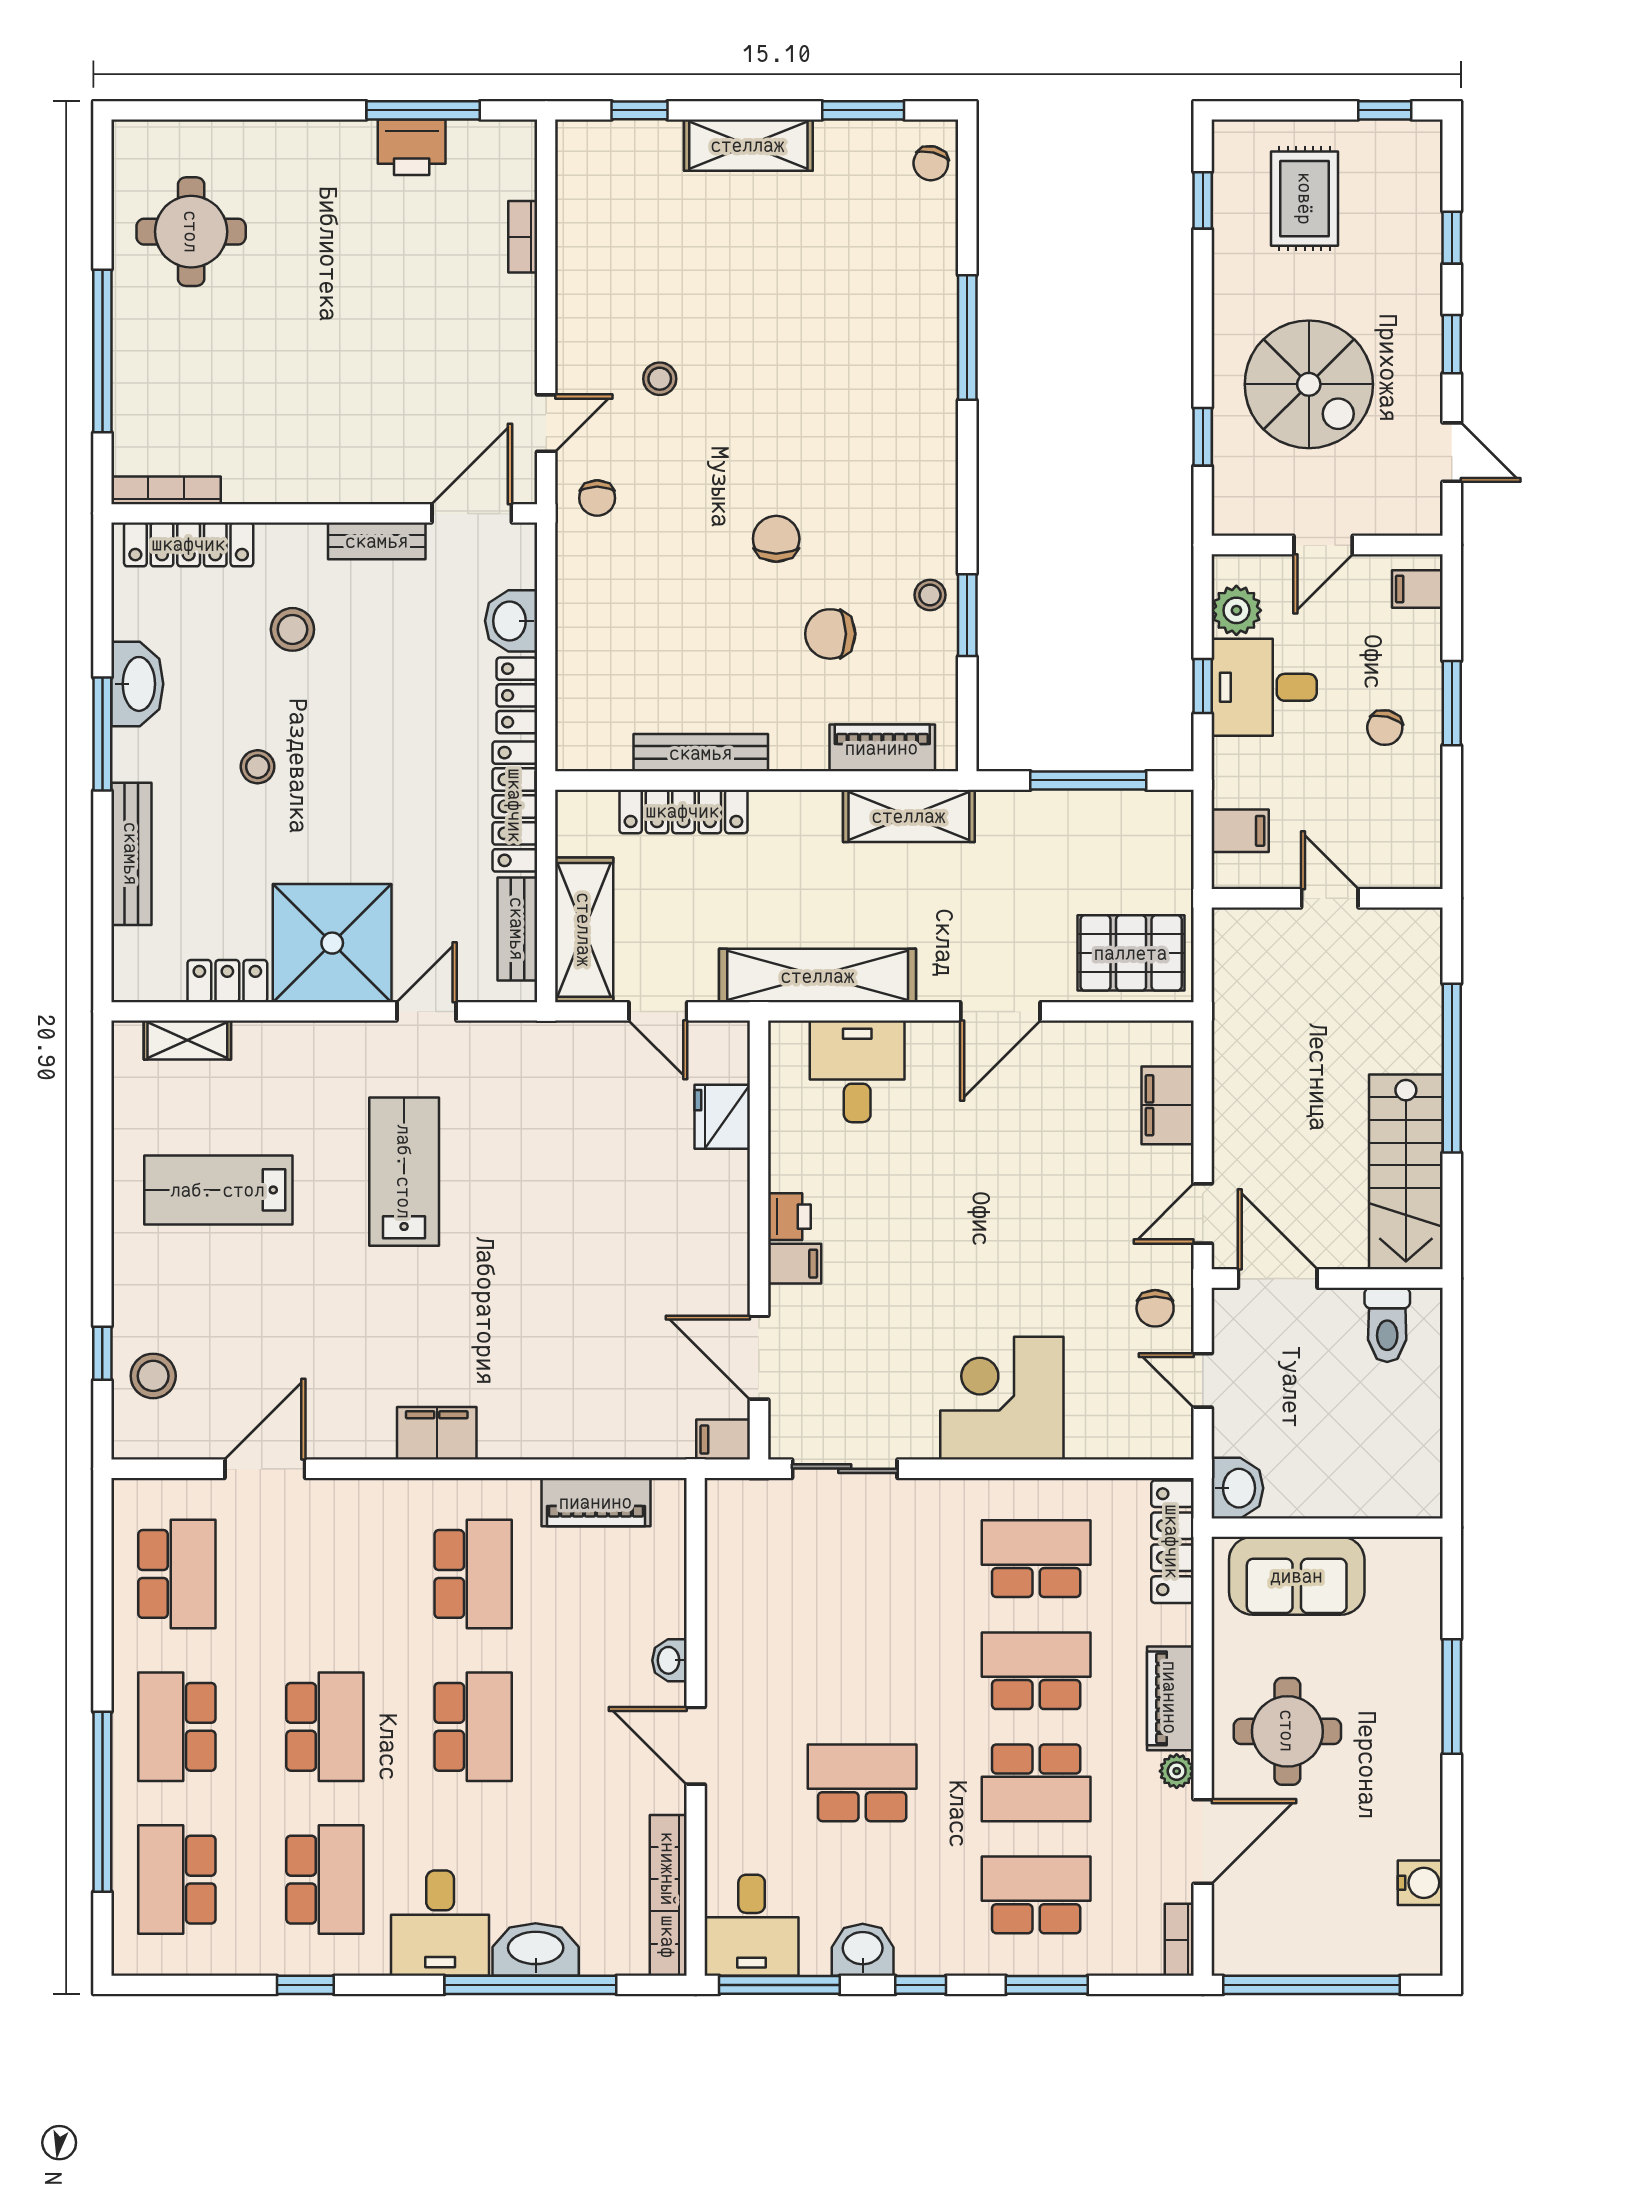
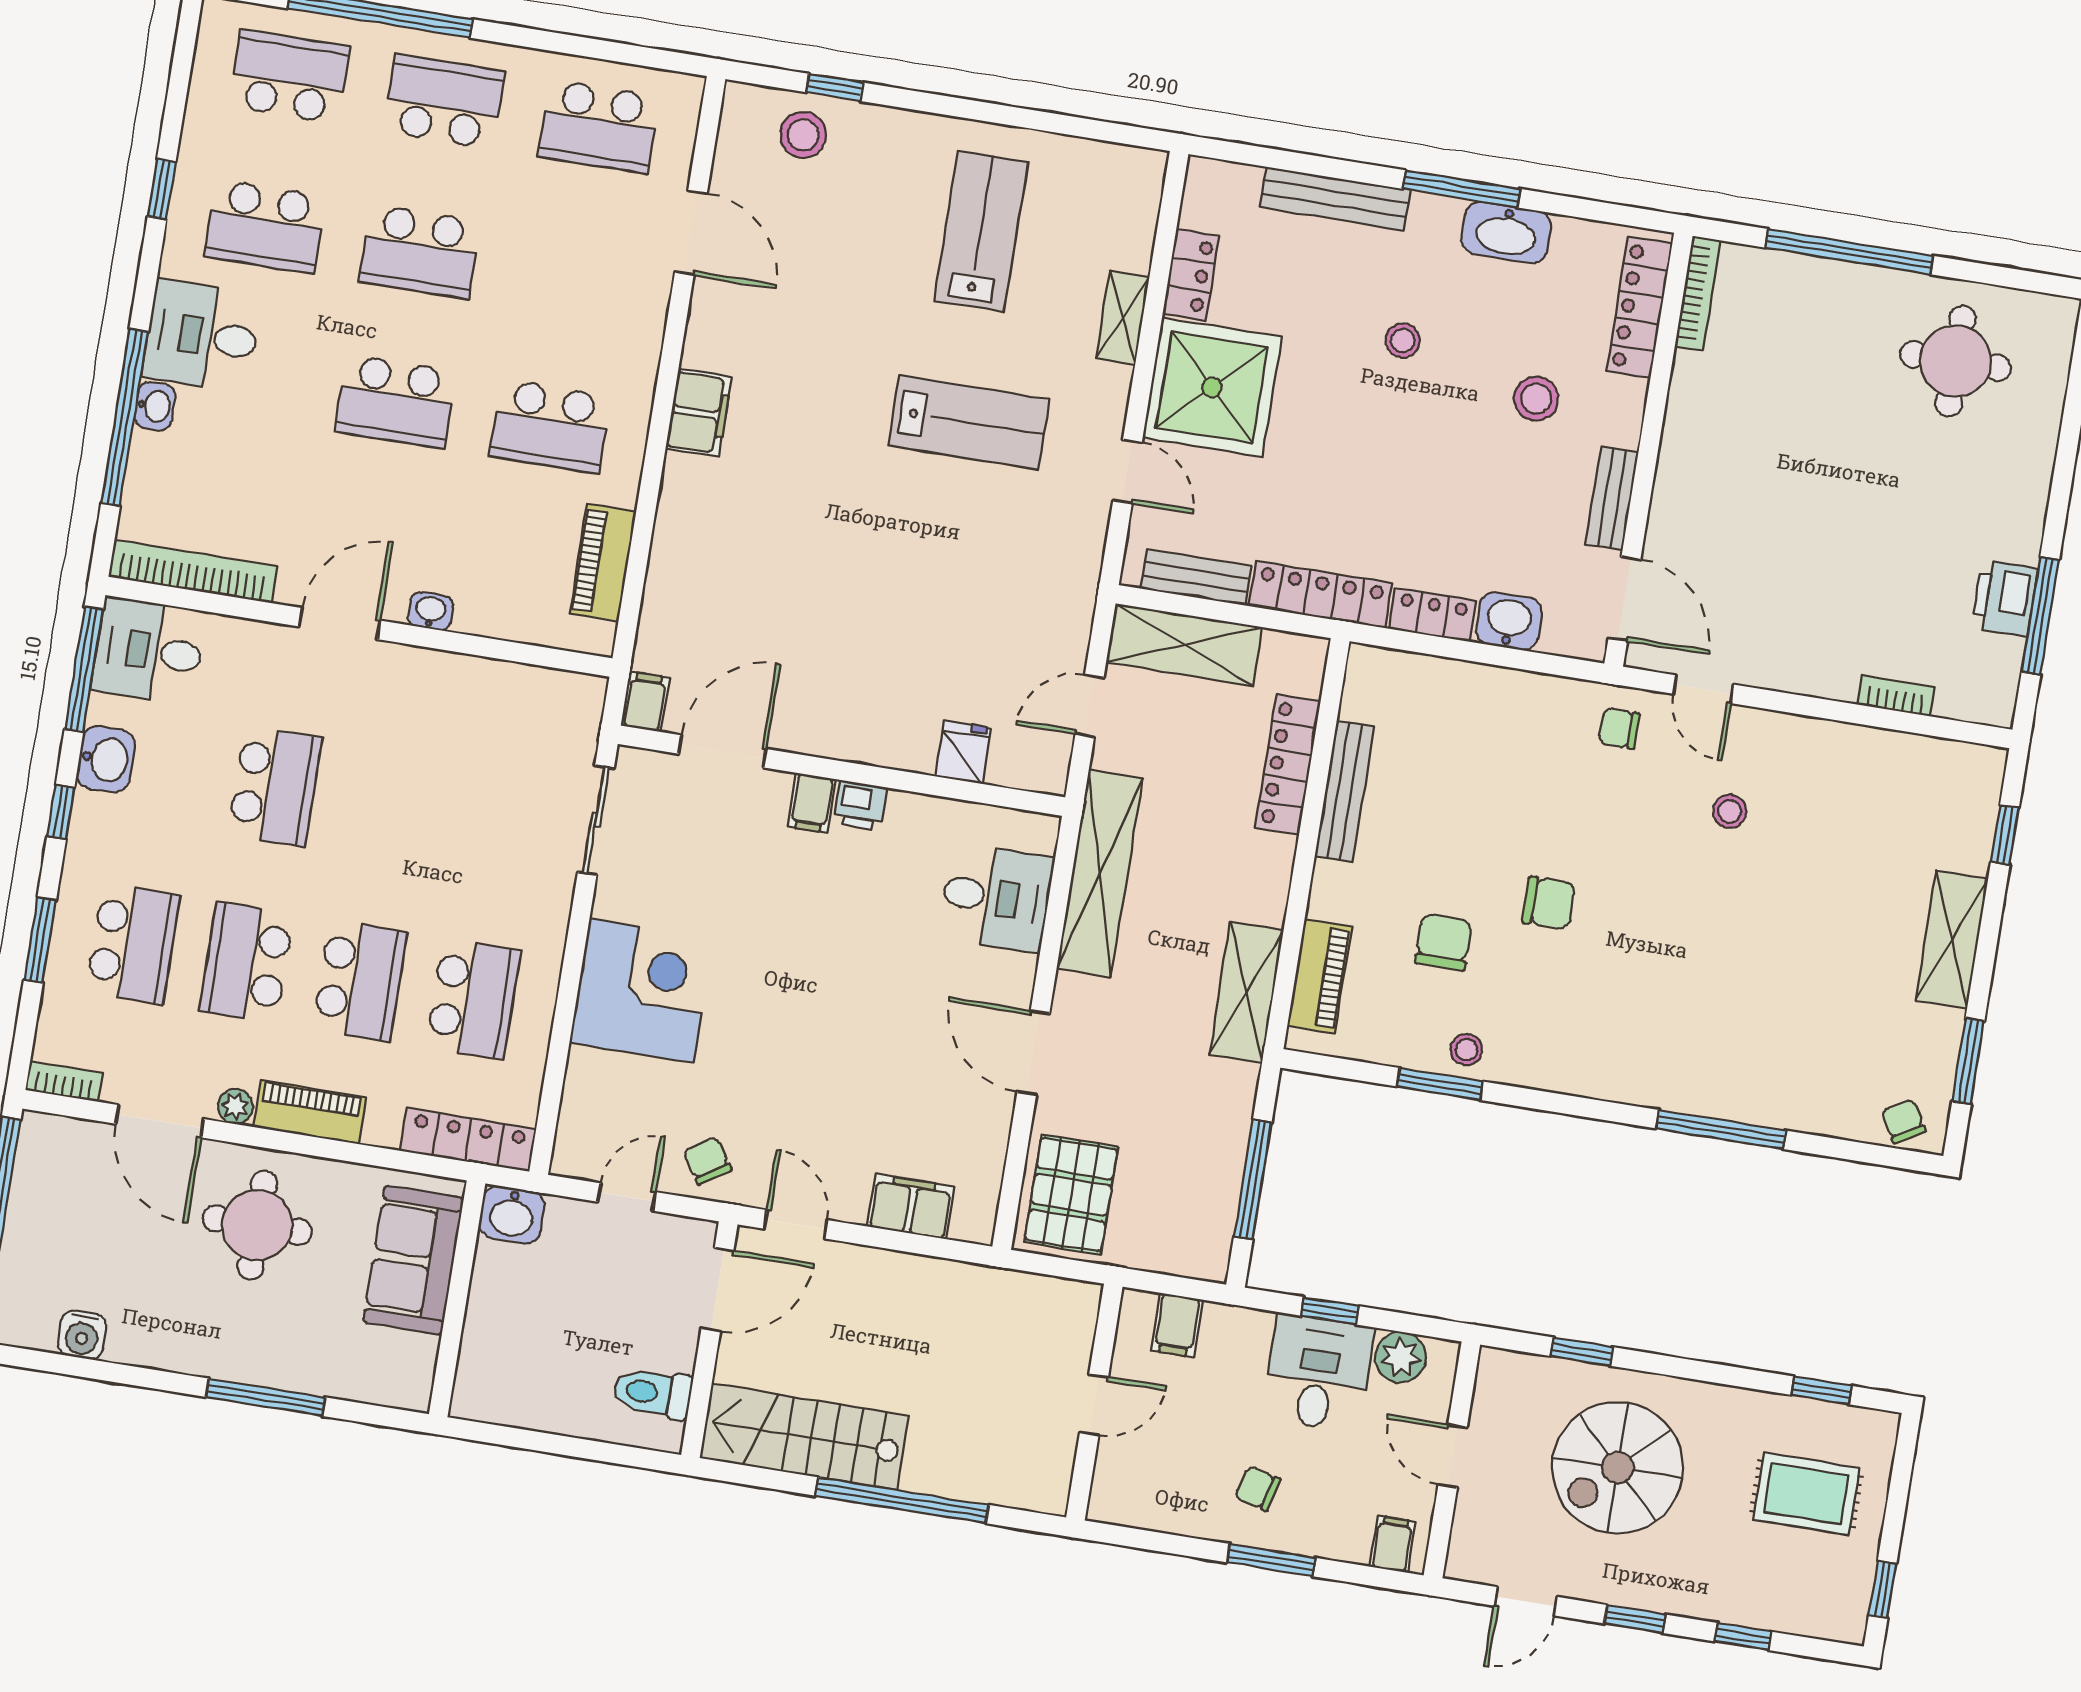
chair: (931, 163) -> (1904, 1121), turned 45
shelving: (187, 1040) -> (1123, 318), moved
fridge: (722, 1117) -> (963, 752), width x0.72
chair: (1155, 1308) -> (707, 1161), turned 56
washbasin: (536, 1950) -> (155, 406), width x0.52, depth x0.69

